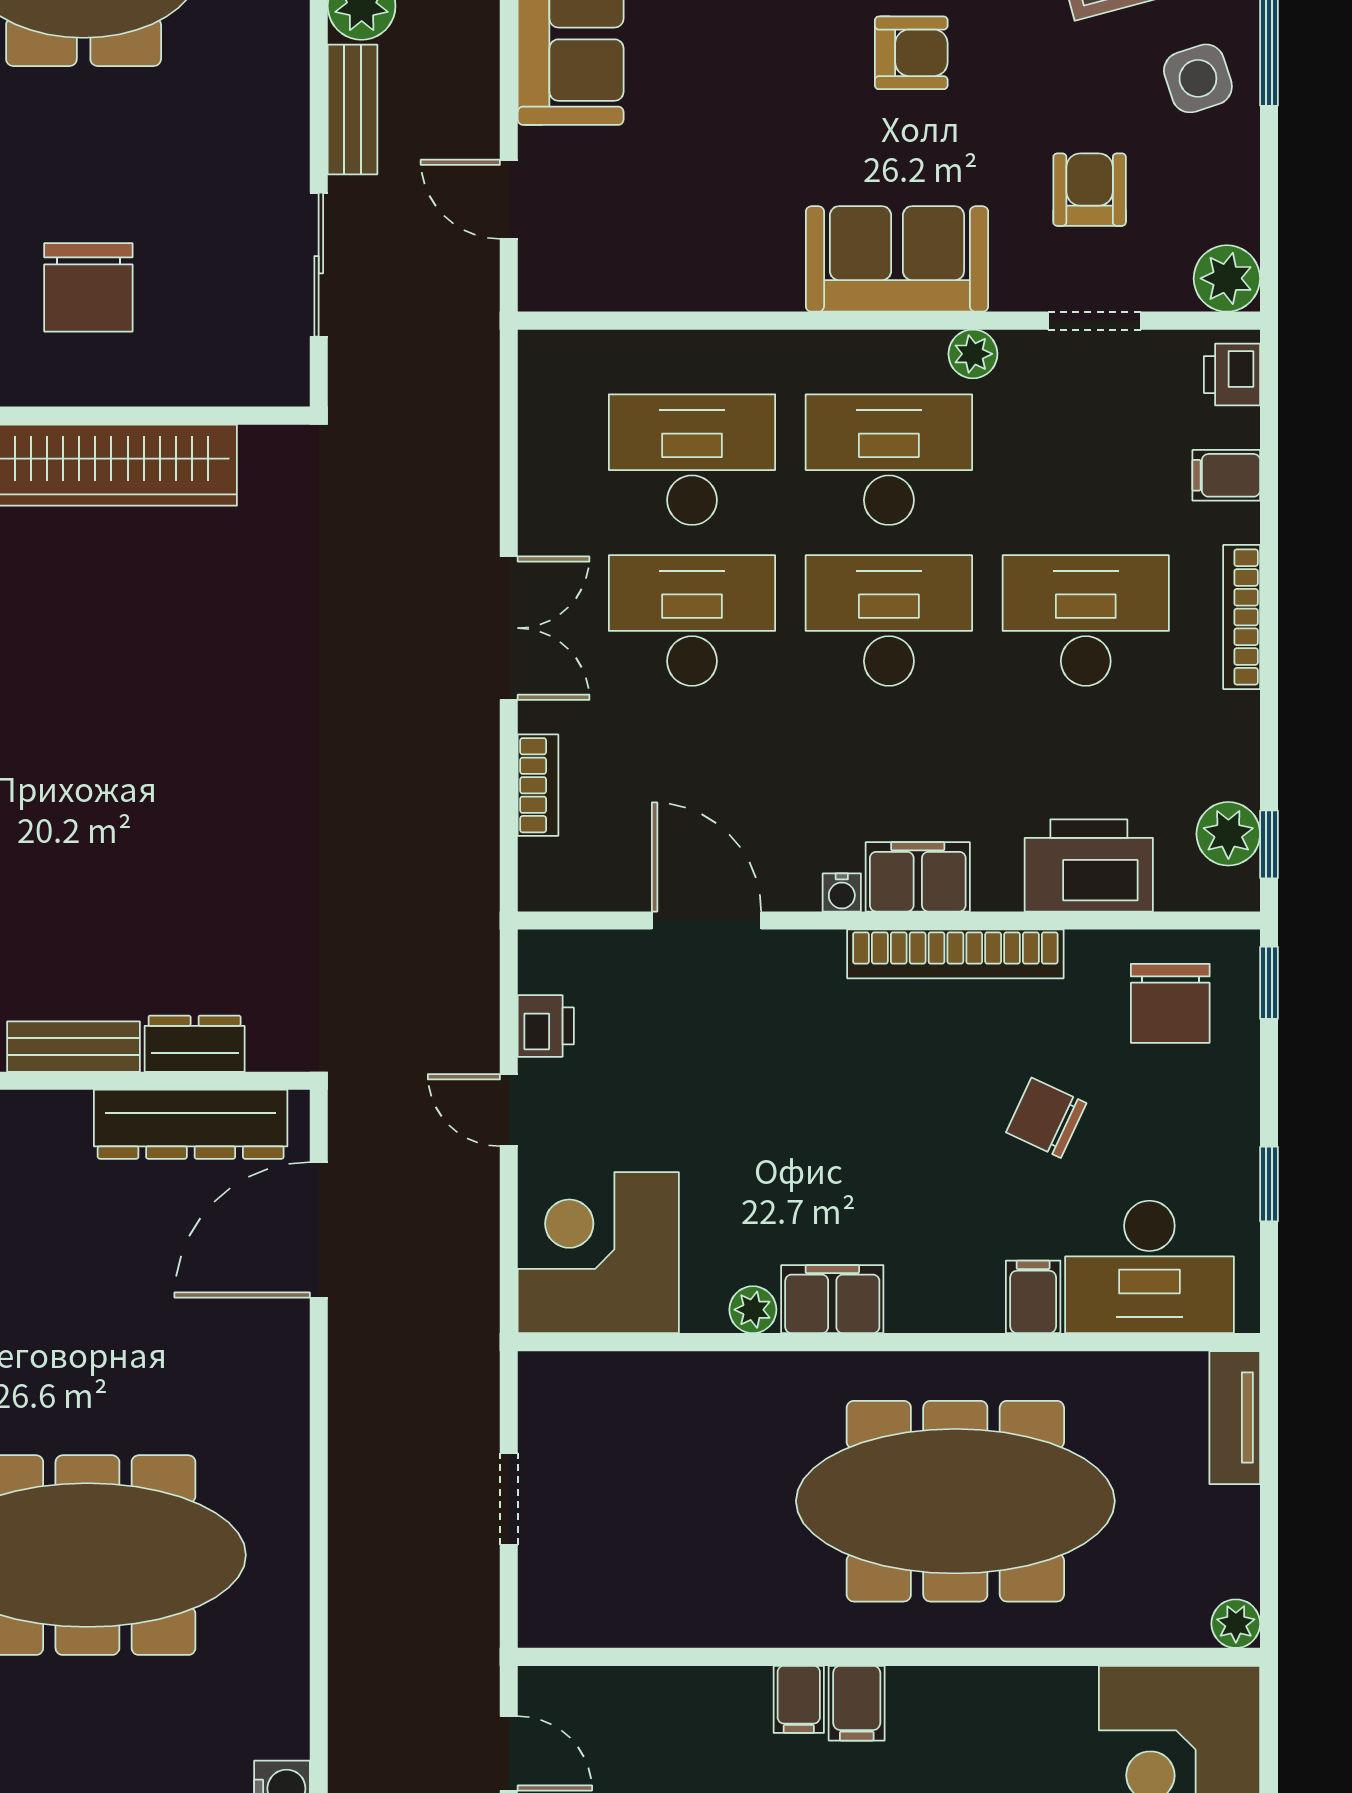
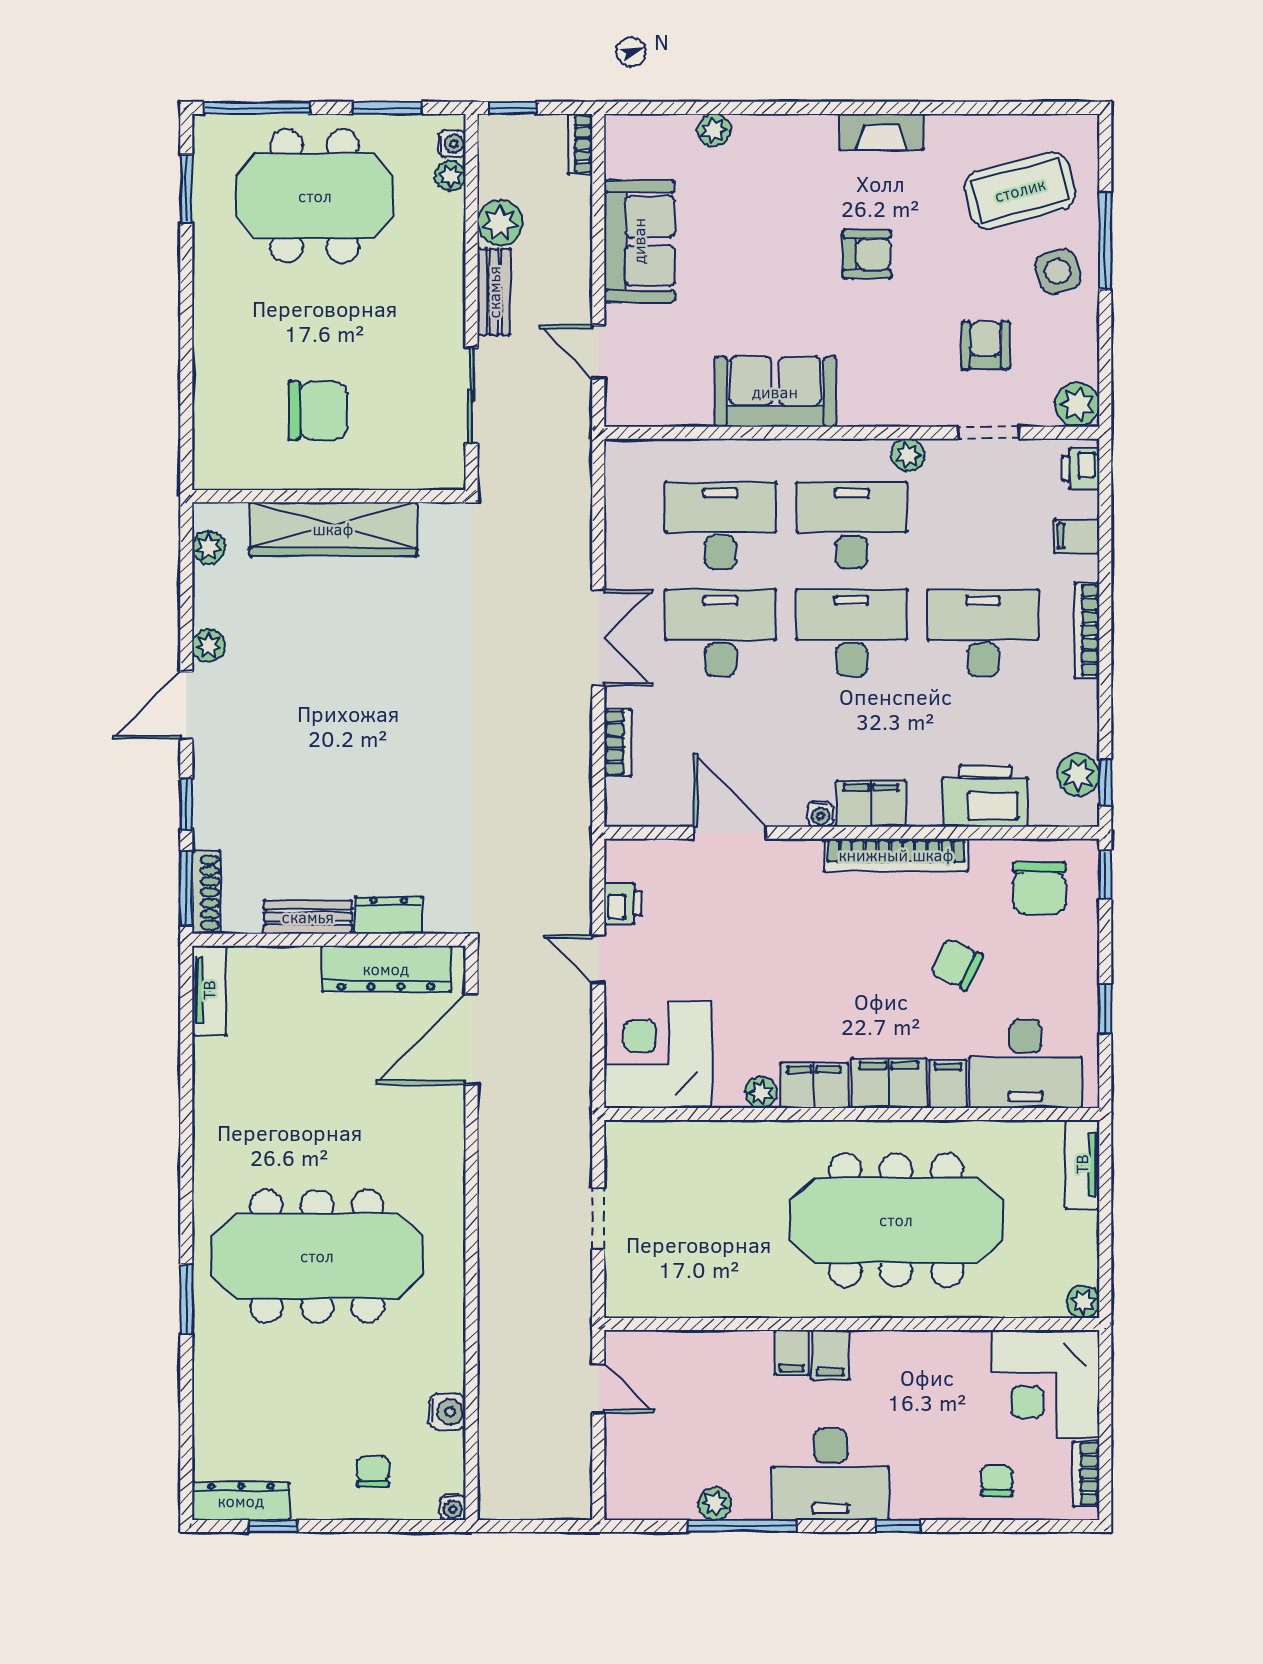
sofa: (897, 259) -> (775, 392), moved
chair: (88, 287) -> (318, 411), turned -90
filing cabinet: (945, 1296) -> (889, 1083), added

